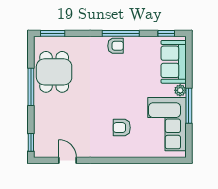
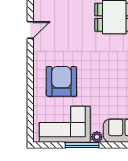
armchair: (122, 128) -> (61, 81), width x1.88, depth x1.88

